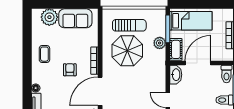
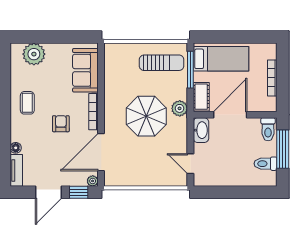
sofa: (75, 18) -> (85, 70), moved, turned 90
sun lounger: (129, 25) -> (162, 63), moved
plant: (160, 43) -> (180, 108), moved
parasol: (127, 51) -> (146, 116), moved

